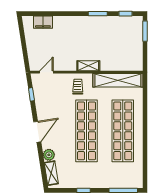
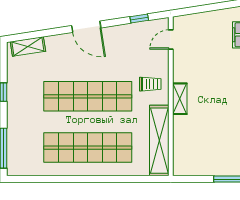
door: (46, 72) -> (171, 40), swing flipped
plant: (49, 155) -> (54, 43), removed

